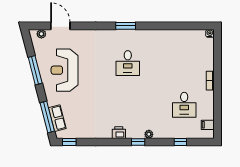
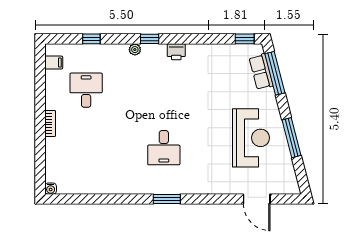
plant: (41, 34) -> (283, 188), removed
desk: (128, 63) -> (164, 148), turned 180

